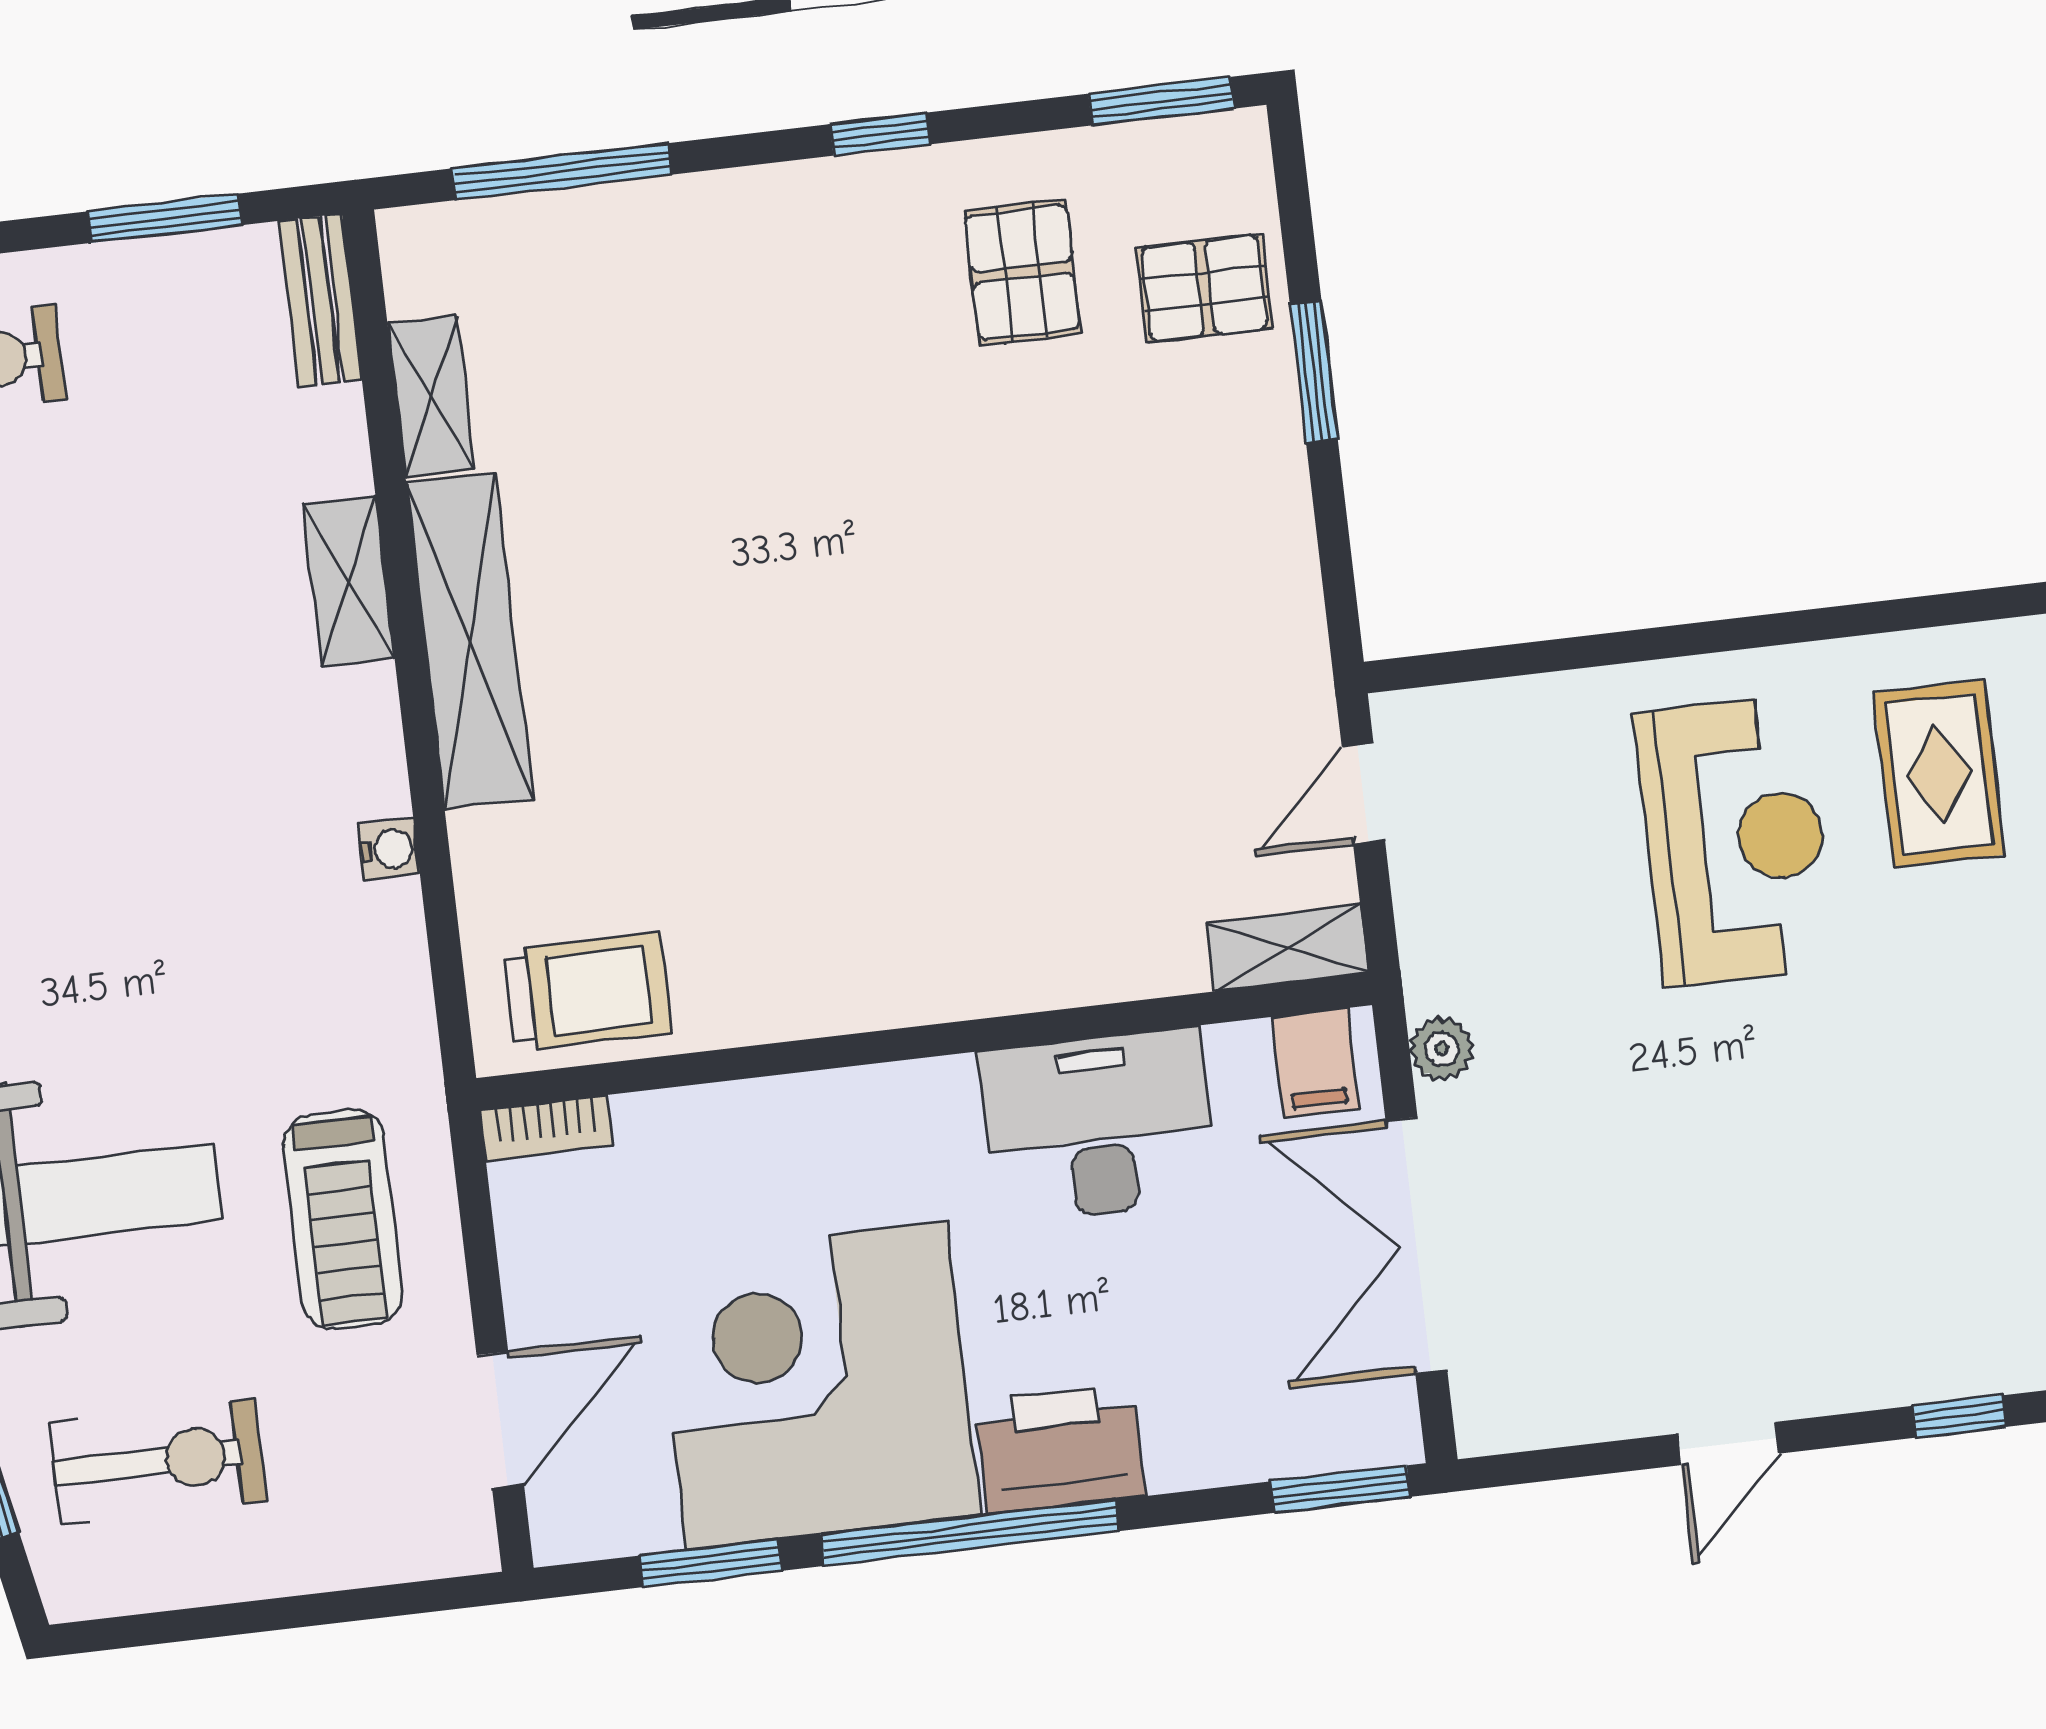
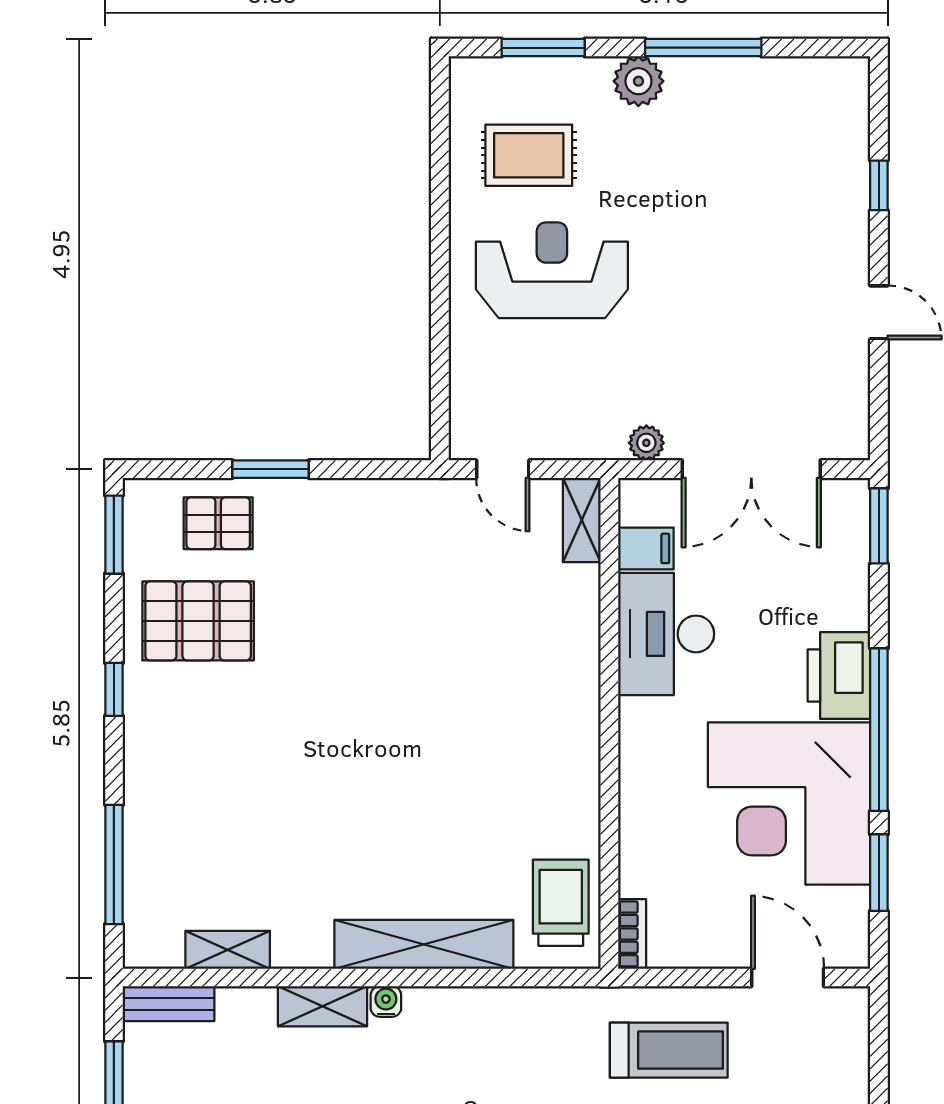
pallet: (1022, 272) -> (198, 621), width x1.50, depth x1.42
pallet: (1204, 288) -> (218, 523), turned 90
shelving: (470, 641) -> (424, 944), moved
water cooler: (389, 849) -> (386, 1002), moved
filing cabinet: (1316, 1063) -> (646, 548), moved

